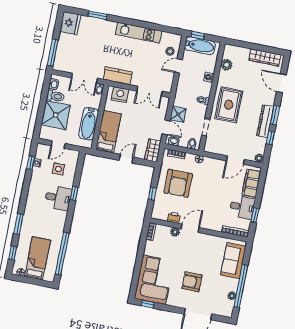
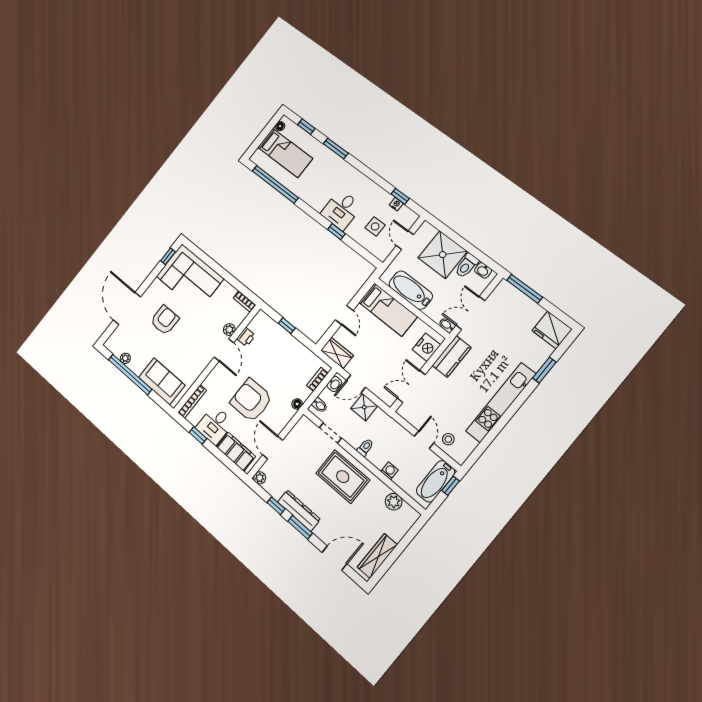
kitchen unit: (139, 33) -> (501, 403), width x1.36
armchair: (178, 183) -> (251, 400), moved

